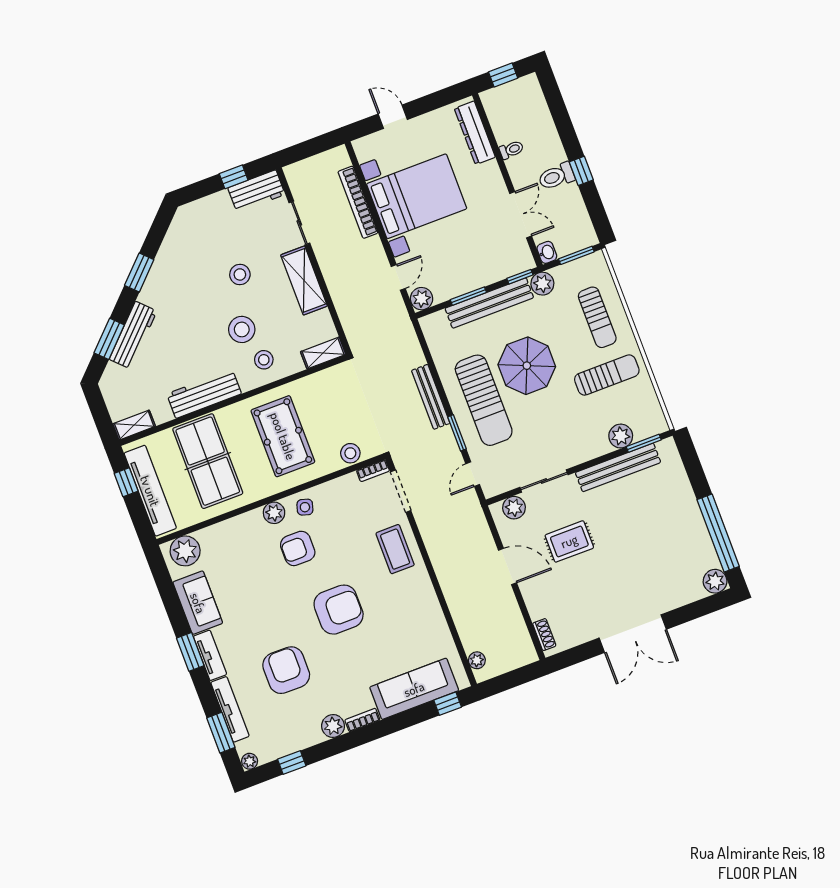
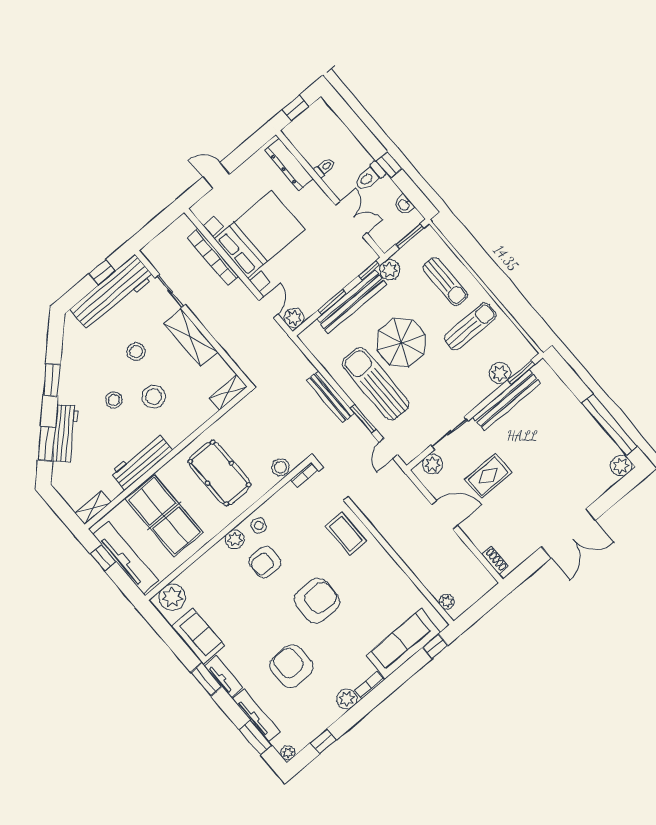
workbench: (256, 191) -> (112, 293), width x1.88, depth x1.32
washbasin: (547, 252) -> (404, 205), moved, turned 180
stool: (264, 360) -> (114, 400), moved
sun lounger: (484, 400) -> (376, 384), turned 180

